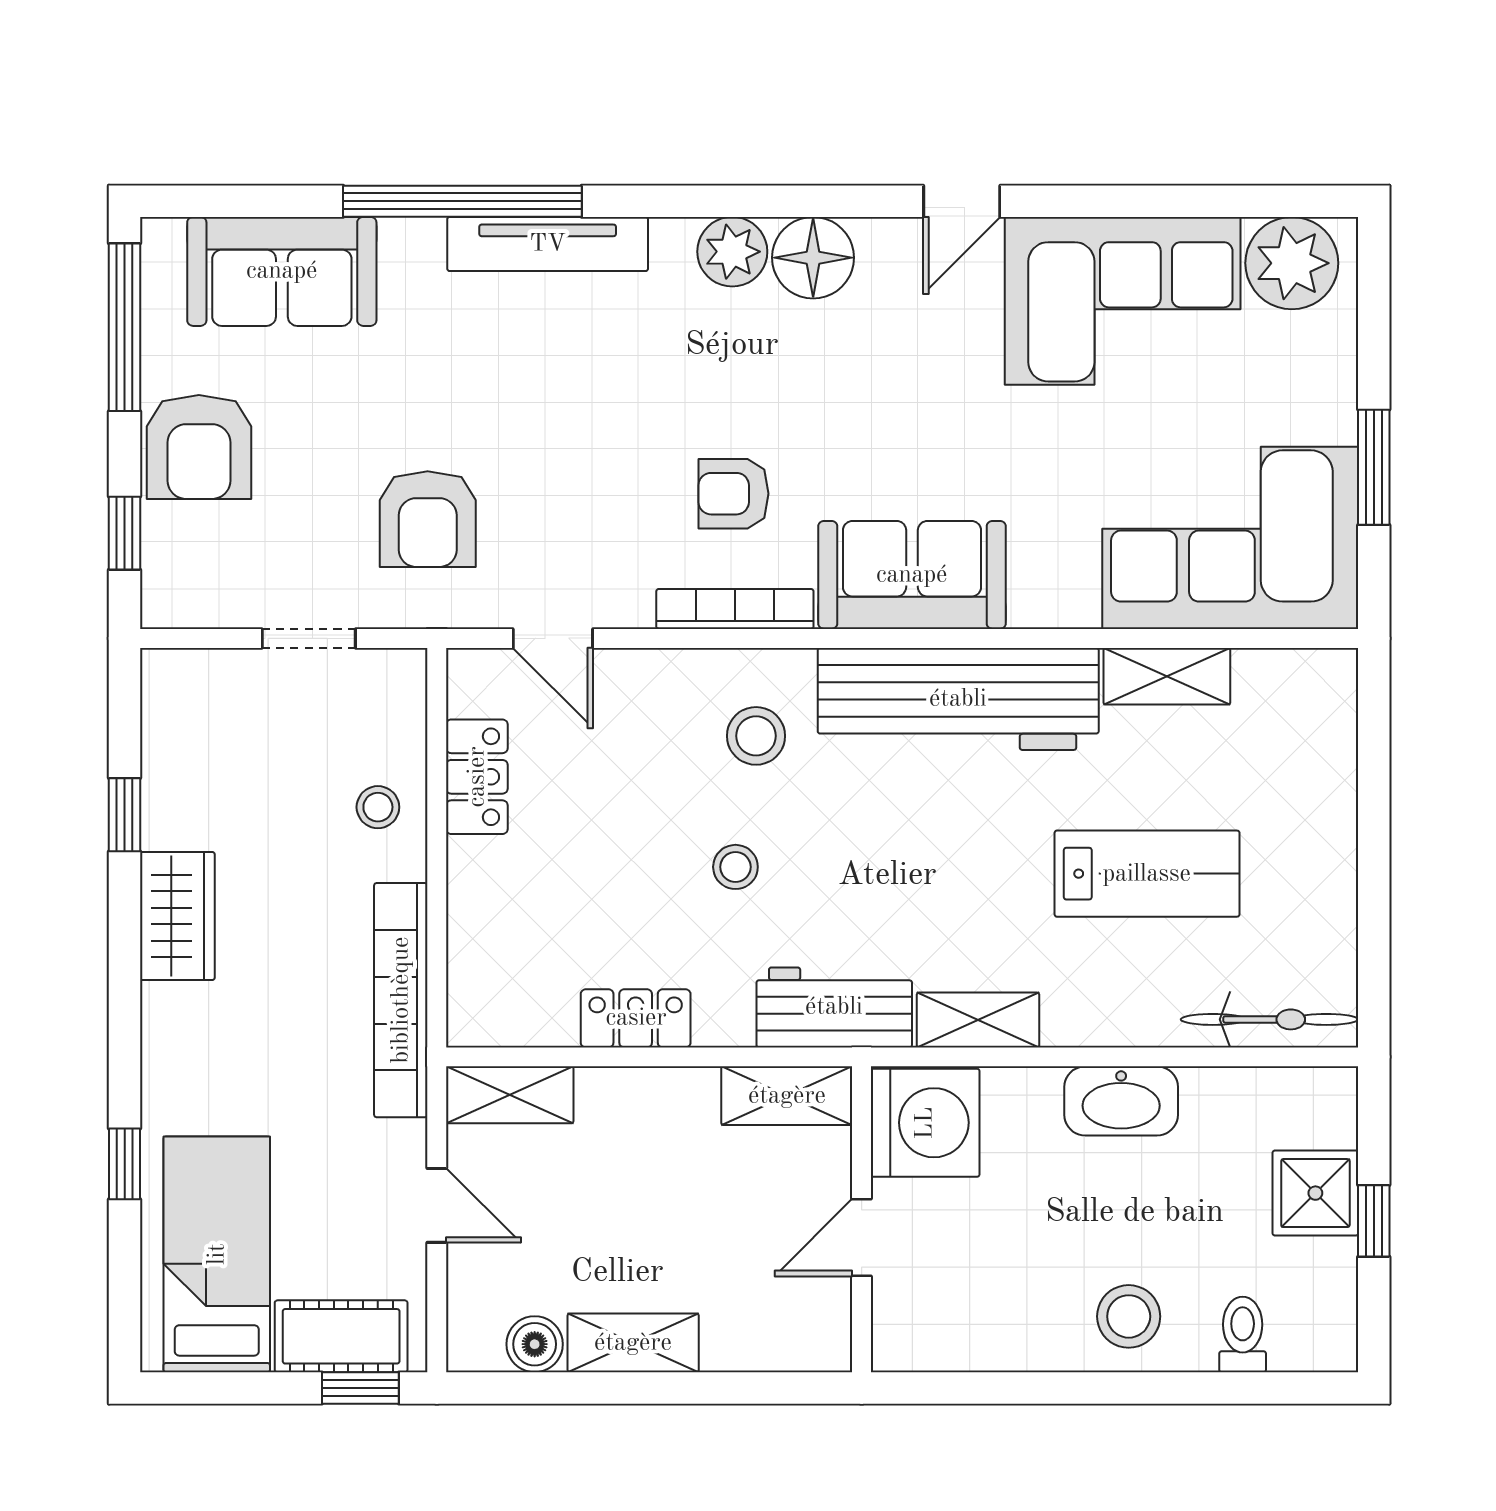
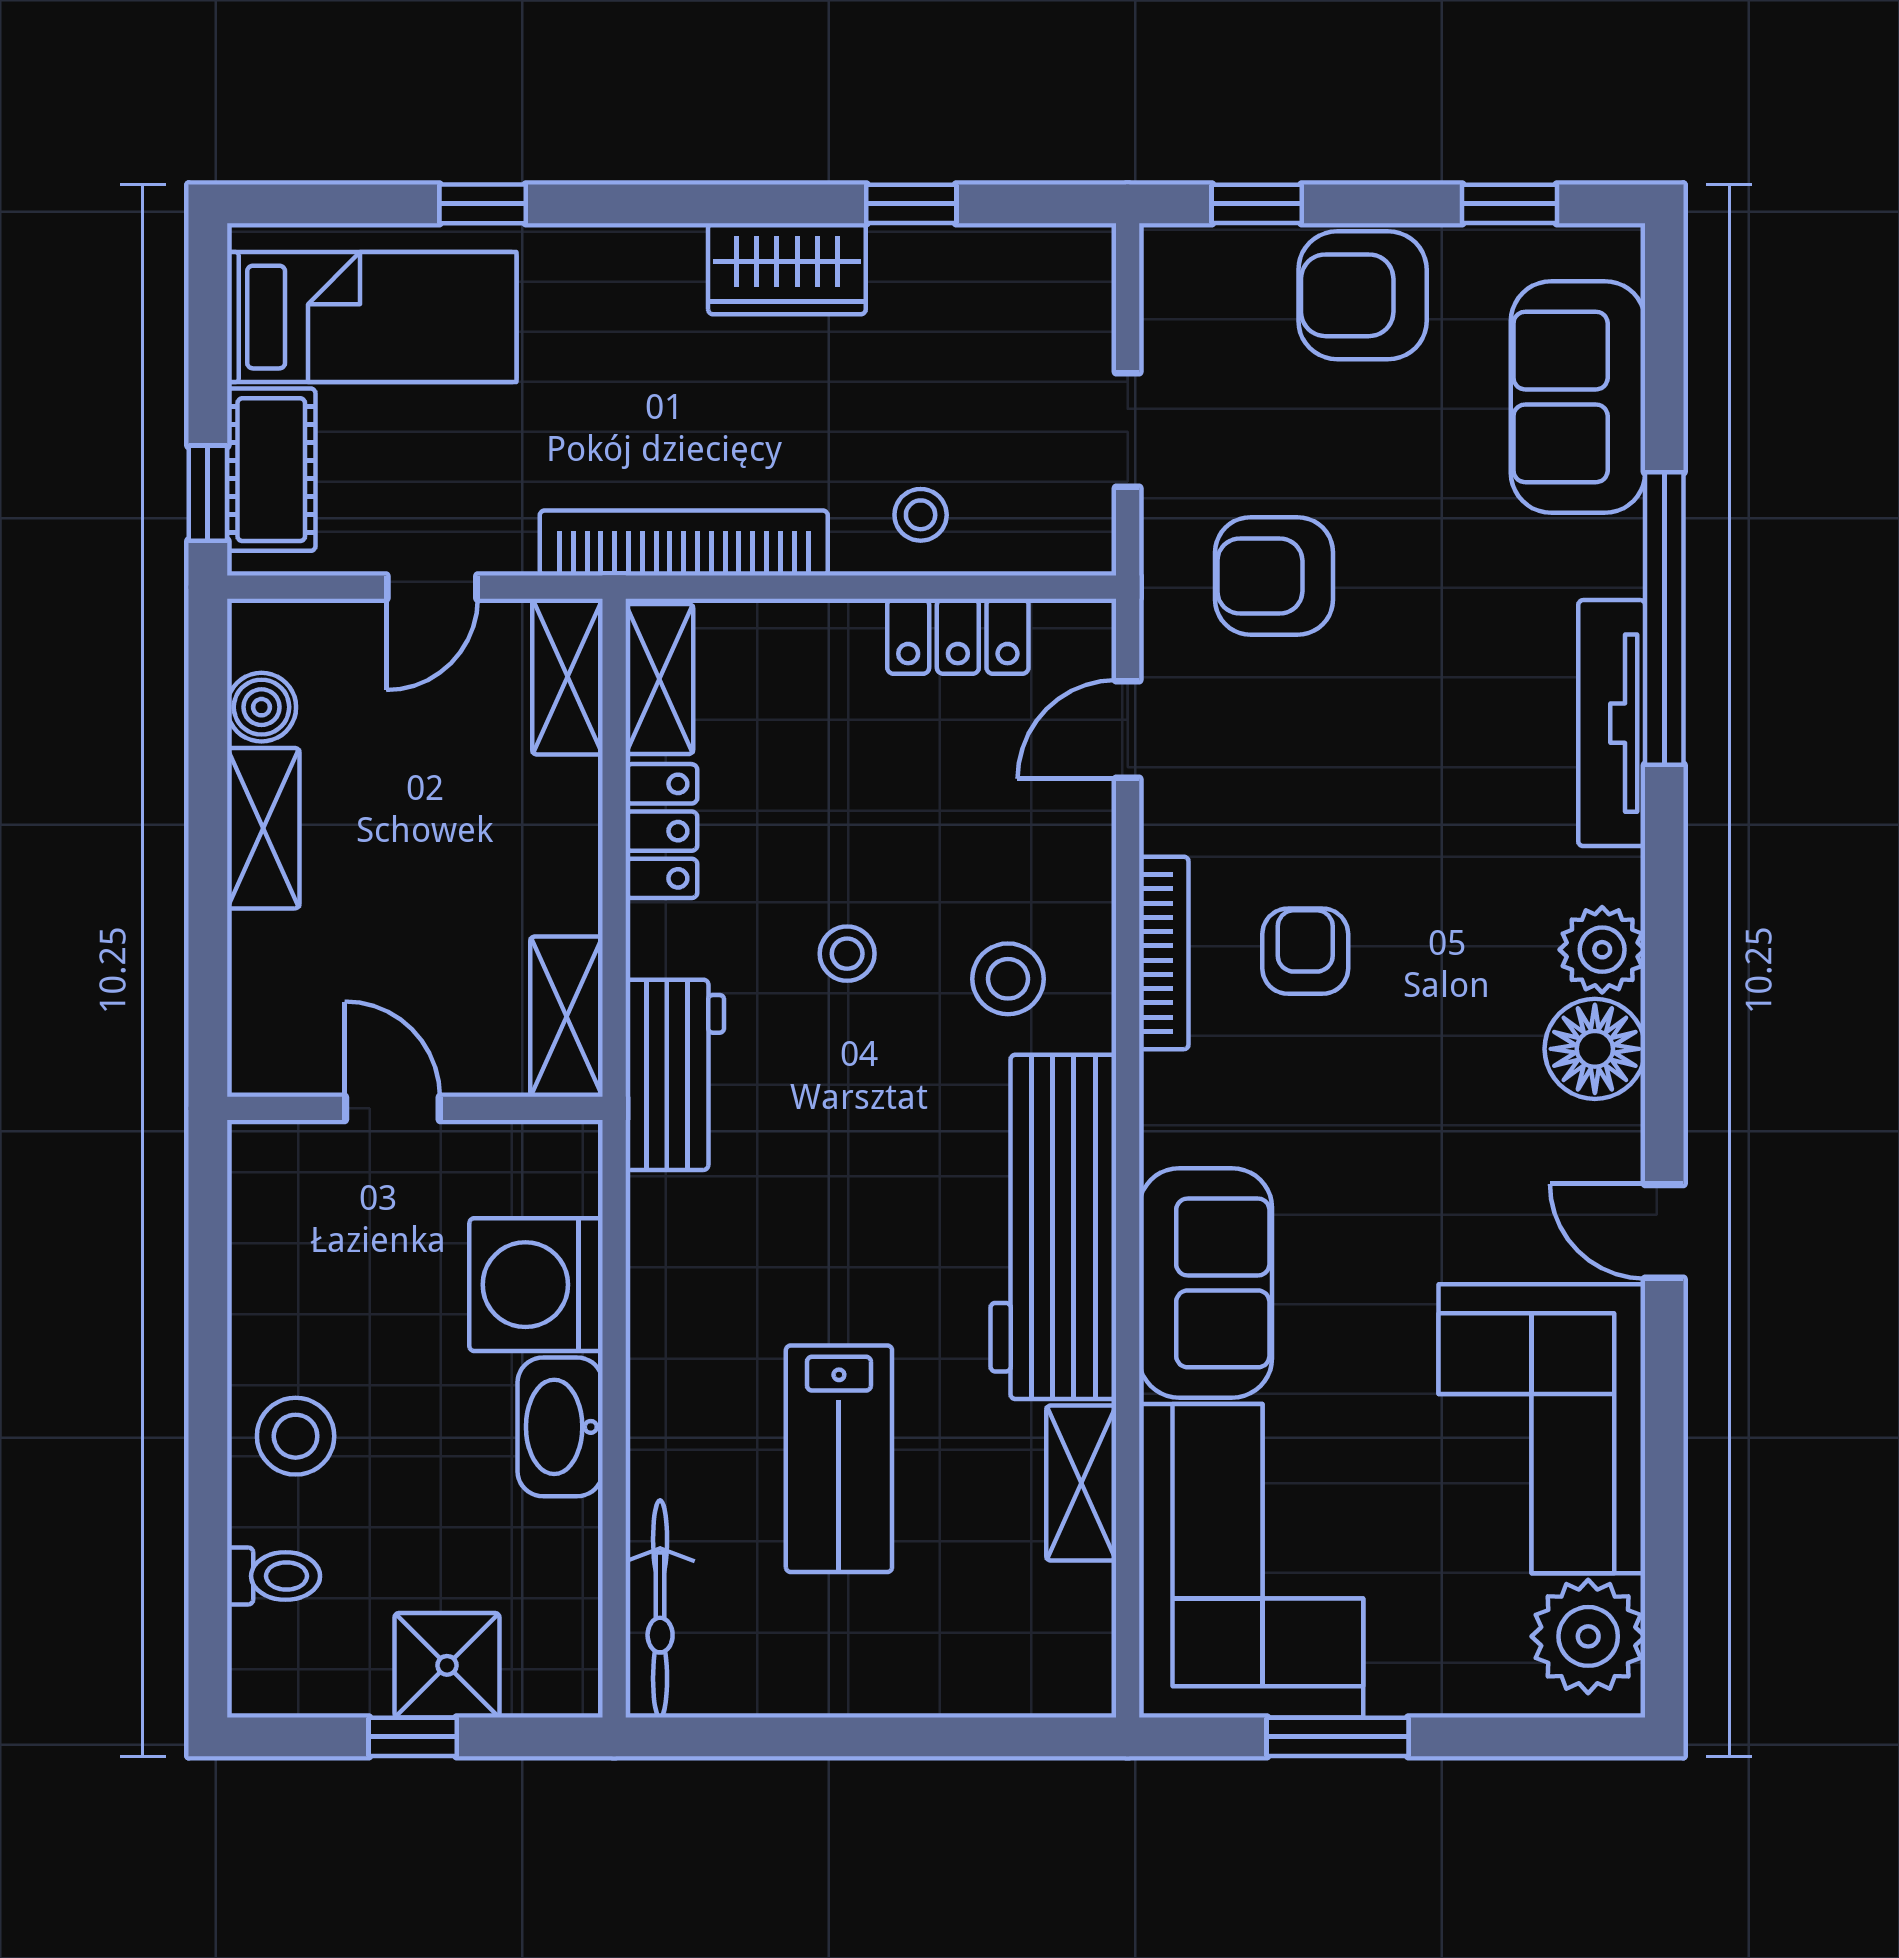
window: (125, 327) -> (1509, 204), width x0.46
sofa: (912, 575) -> (1206, 1283), moved
shelving: (978, 1020) -> (659, 679), moved
washing machine: (925, 1123) -> (536, 1285), moved, turned 90

